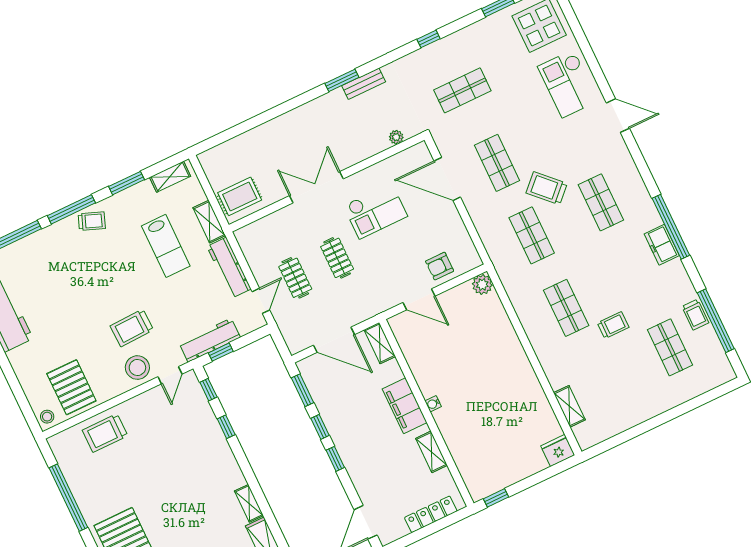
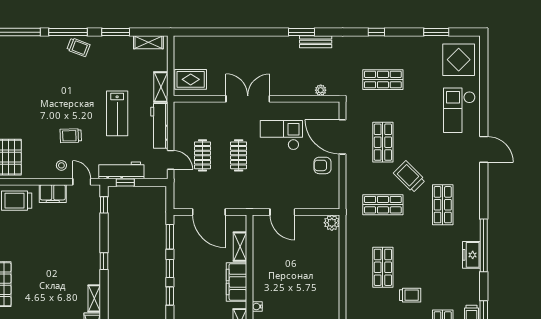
checkout: (375, 211) -> (281, 135), turned 180
shop shelf: (532, 235) -> (383, 205), turned 90
lab bench: (166, 246) -> (117, 113), moved
armchair: (440, 266) -> (322, 165), moved
door: (261, 301) -> (171, 160), hinge flipped
trolley: (132, 328) -> (71, 136), width x0.73, depth x0.72
shelving: (380, 343) -> (240, 247), moved
stool: (137, 368) -> (61, 165), width x0.53, depth x0.53
door: (170, 375) -> (82, 182), swing flipped
water cooler: (433, 404) -> (257, 307), moved
filing cabinet: (143, 405) -> (53, 194), added
window: (226, 427) -> (104, 261), moved

